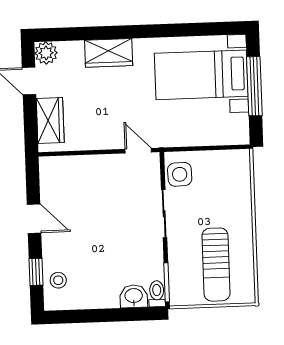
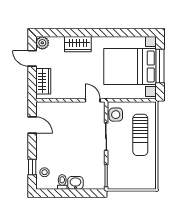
bed with nightstands: (201, 75) -> (130, 66), width x1.36
door: (34, 219) -> (32, 125), moved
sun lounger: (216, 265) -> (140, 135), moved
toilet: (157, 294) -> (62, 182), moved
washbasin: (134, 296) -> (75, 183), moved

